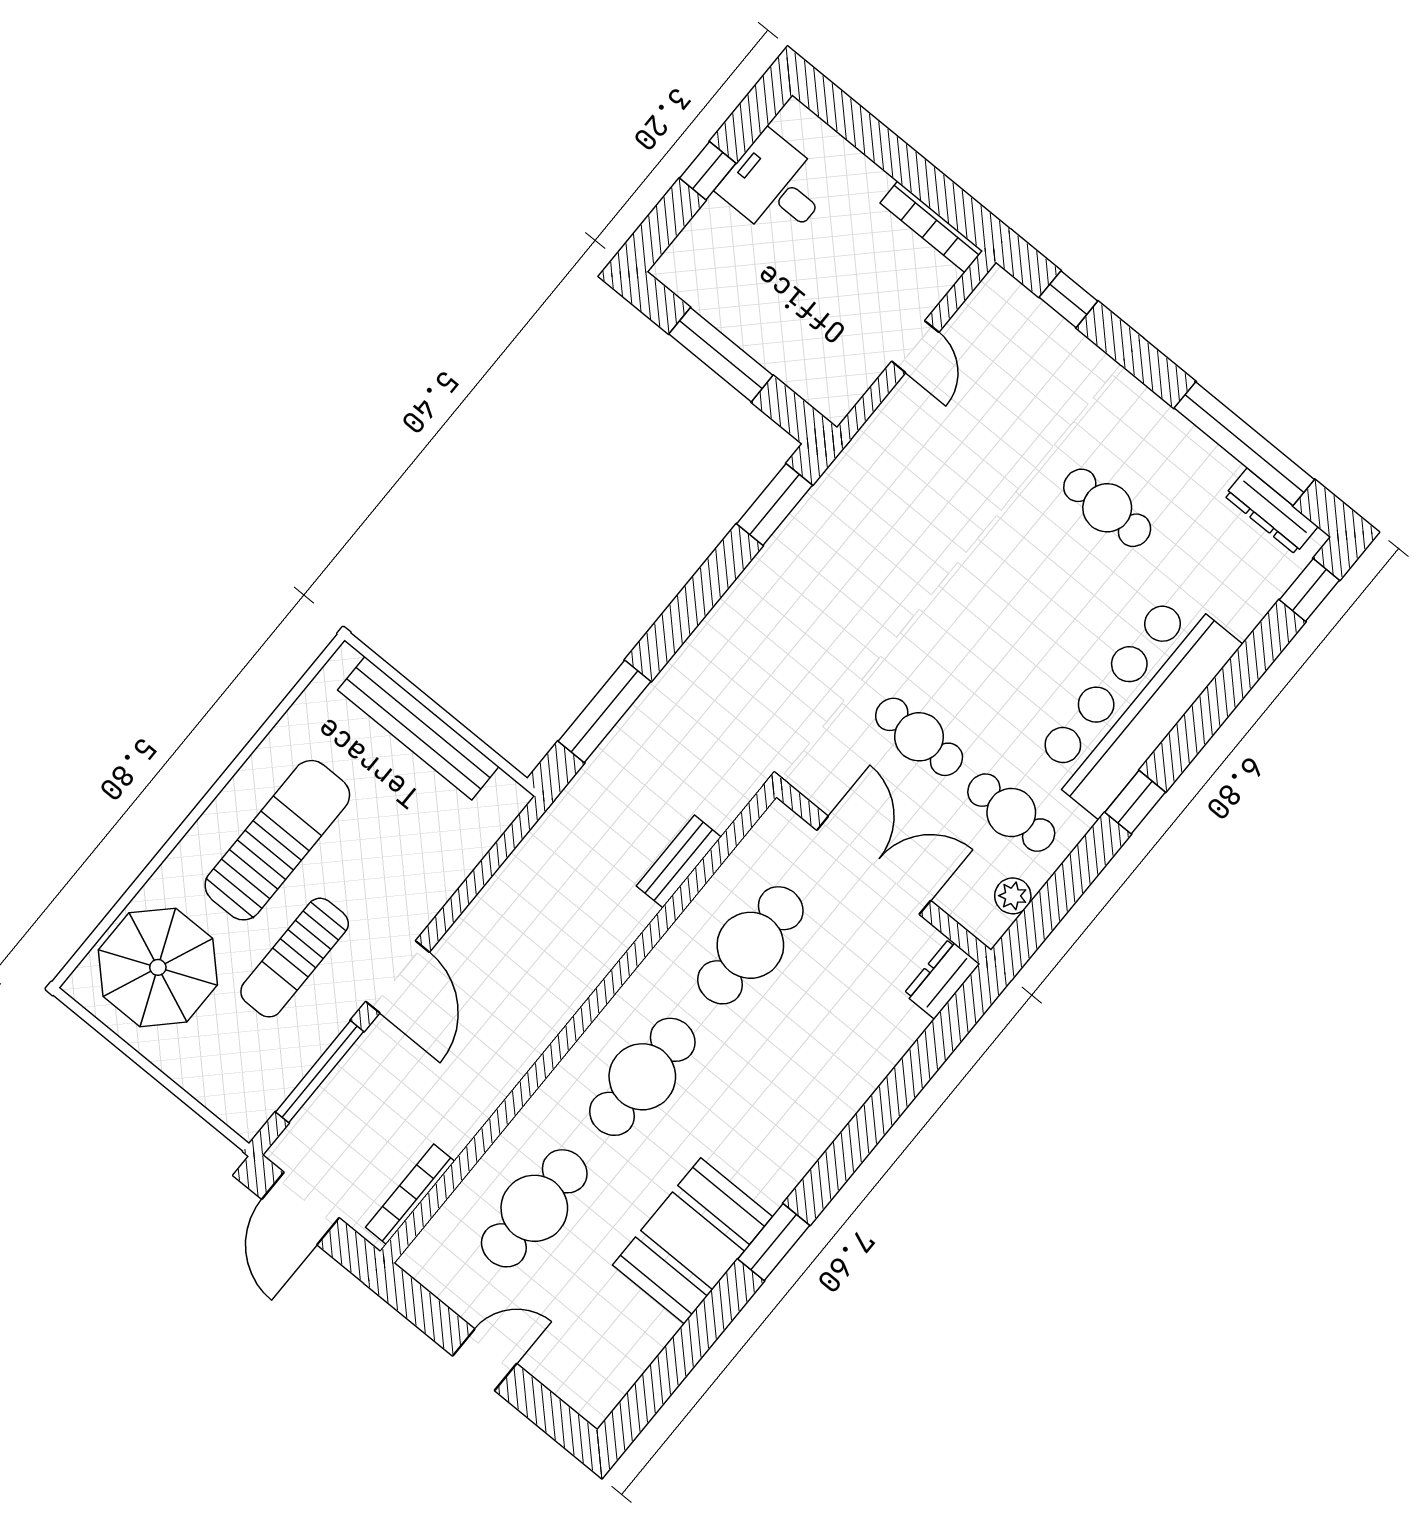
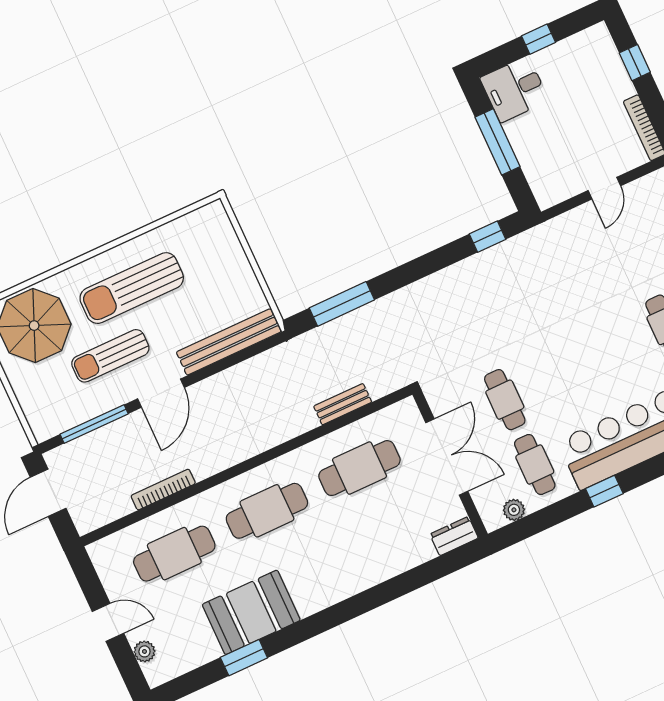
window: (870, 136) -> (635, 63), added
desk: (775, 187) -> (514, 89), moved, turned -90
window: (775, 504) -> (487, 237), width x0.67
bench: (418, 728) -> (229, 342), moved, turned 90
sun lounger: (277, 840) -> (132, 288), turned 180
bookcase: (410, 1194) -> (163, 490), moved
window: (774, 1242) -> (244, 658), moved
plant: (560, 1377) -> (144, 651), added

